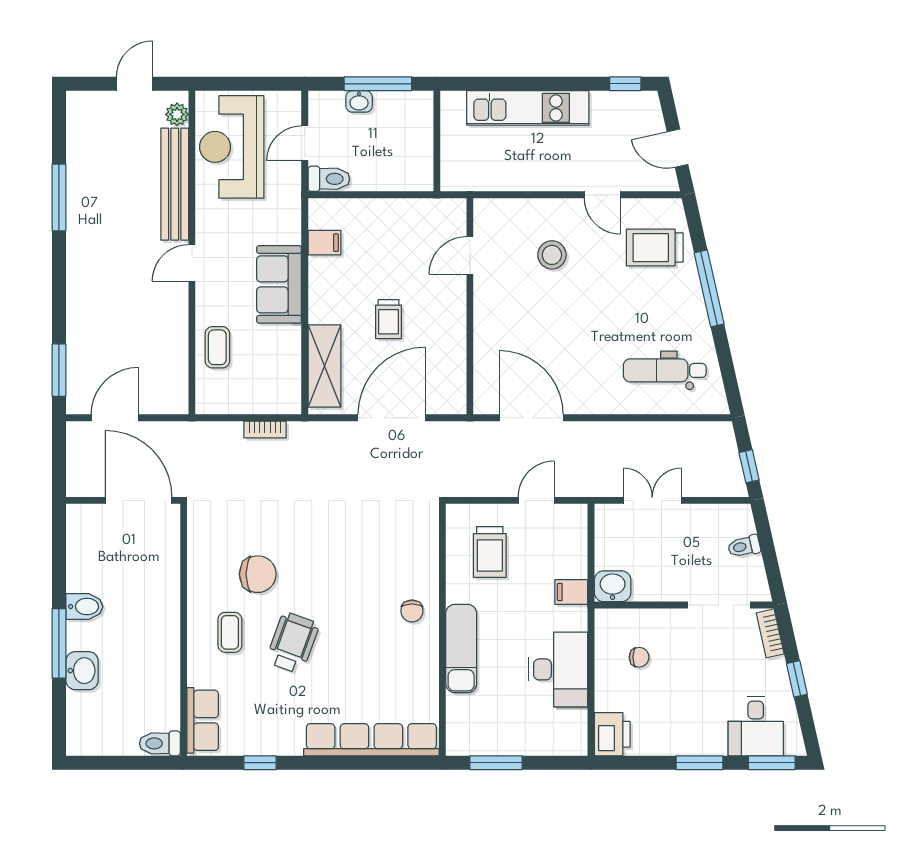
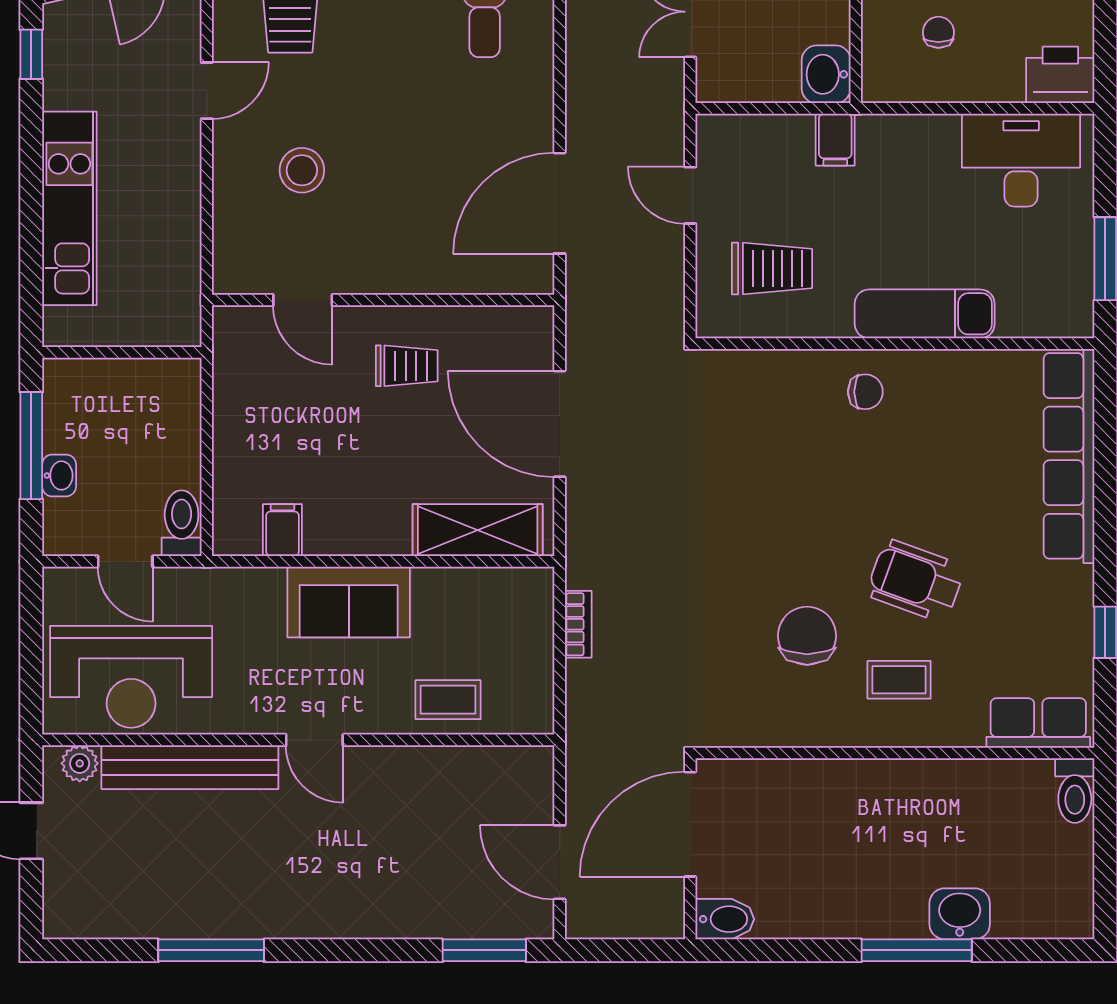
trolley: (389, 319) -> (407, 366), moved
bidet: (84, 607) -> (725, 919), moved, turned 90
desk: (558, 669) -> (1021, 160), moved

